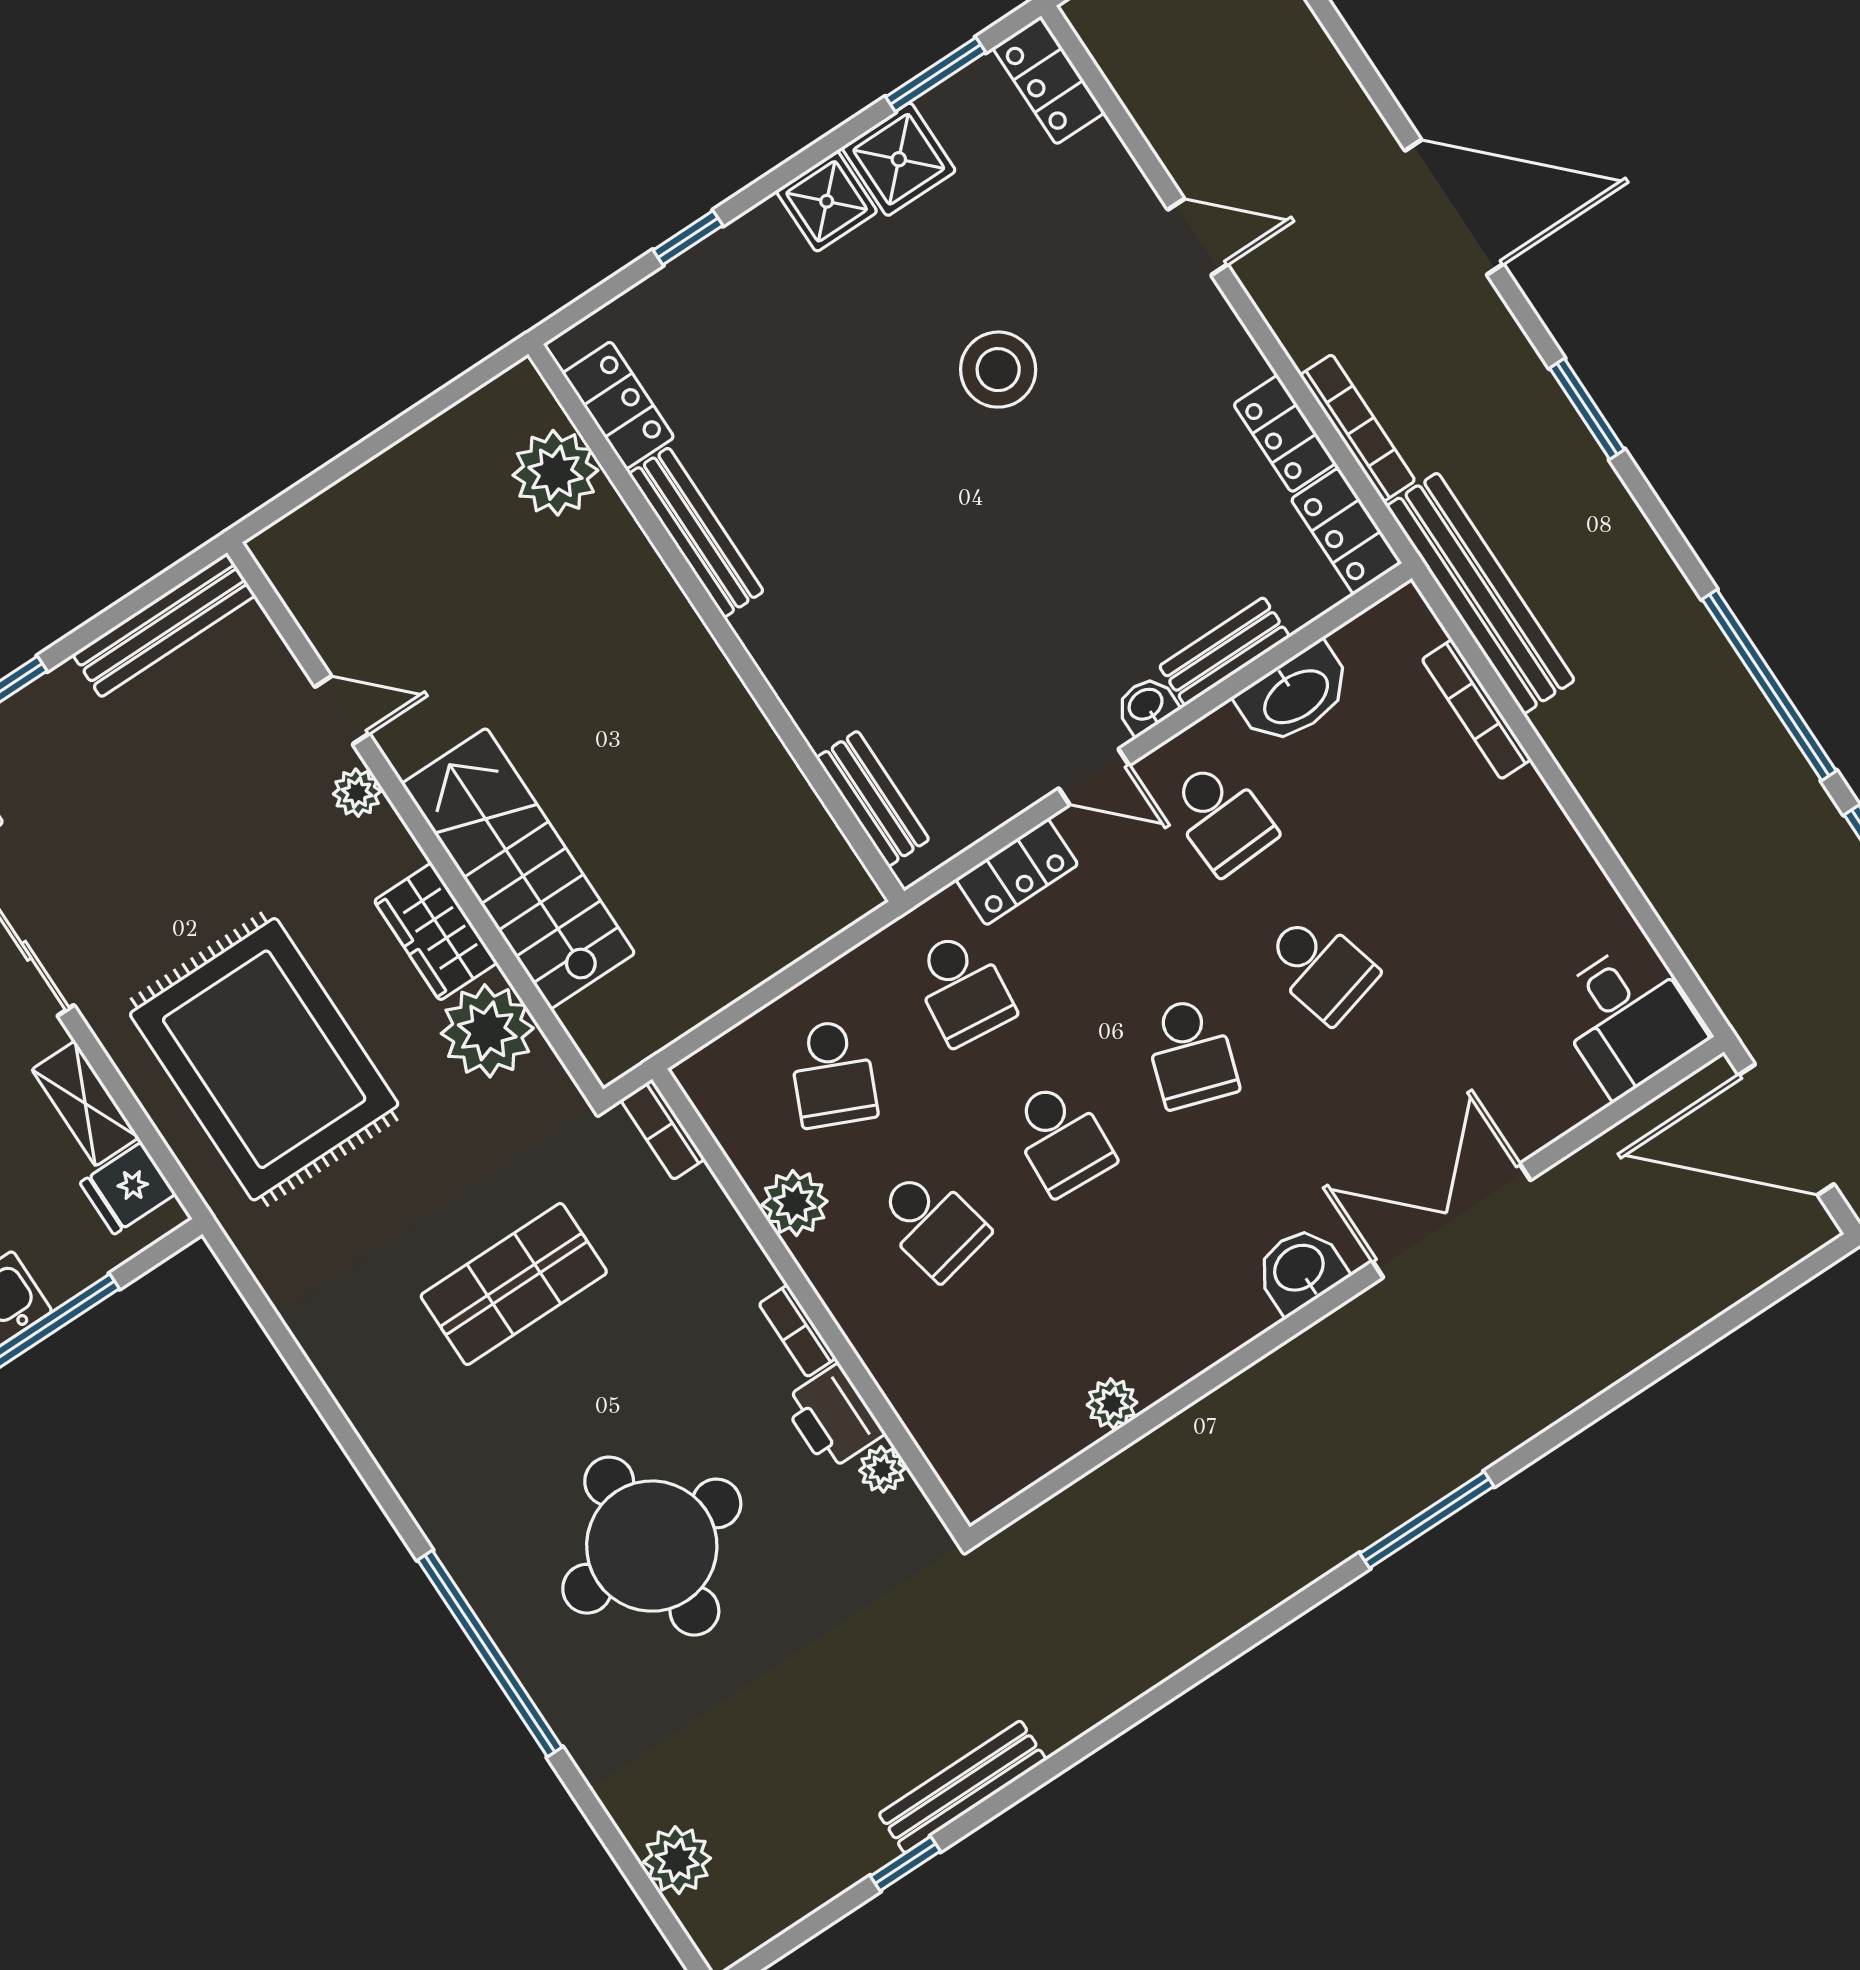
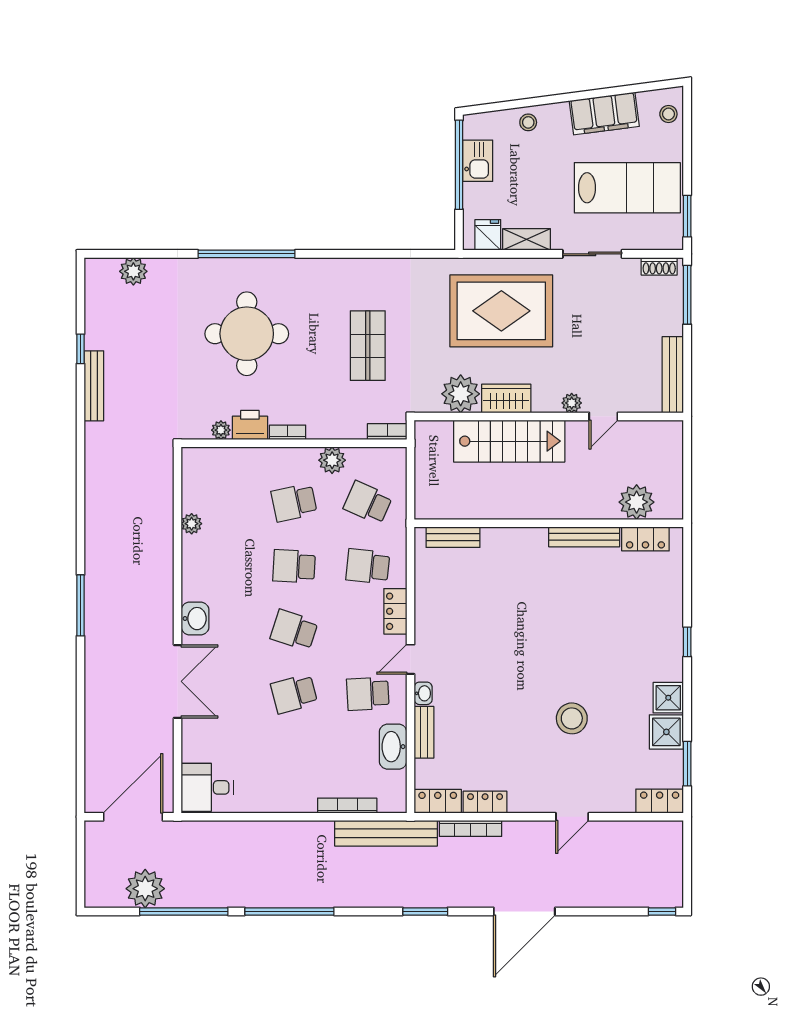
locker: (618, 405) -> (645, 539), moved
plant: (555, 473) -> (637, 502), moved
bench: (696, 533) -> (584, 537), moved
wall: (716, 623) -> (549, 523), moved
bench: (873, 799) -> (453, 537), moved

